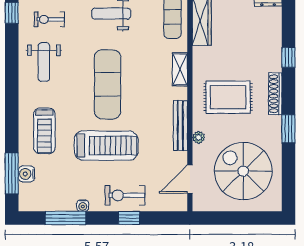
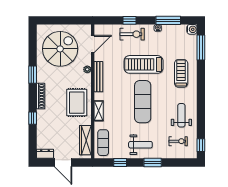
rug: (228, 97) -> (77, 103), moved, turned 90
spiral stairs: (243, 171) -> (60, 49), turned -90
water cooler: (27, 174) -> (192, 29), moved

